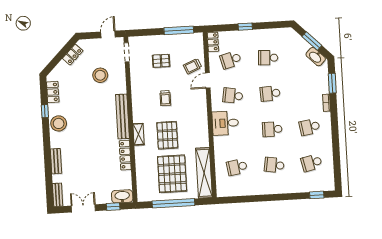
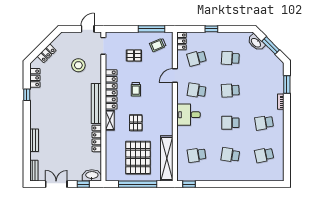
locker: (73, 55) -> (47, 53), moved
washbasin: (316, 57) -> (256, 43), moved
trolley: (193, 66) -> (158, 45), moved
locker: (138, 100) -> (111, 89), added
stool: (59, 123) -> (38, 106), removed
pallet: (167, 135) -> (136, 123), width x0.67, depth x0.71
window: (317, 195) -> (189, 184), moved

